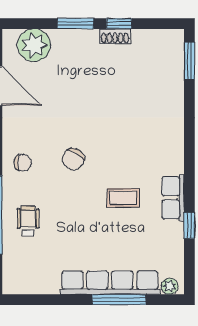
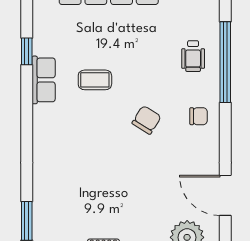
chair: (23, 163) -> (199, 116), turned 180

